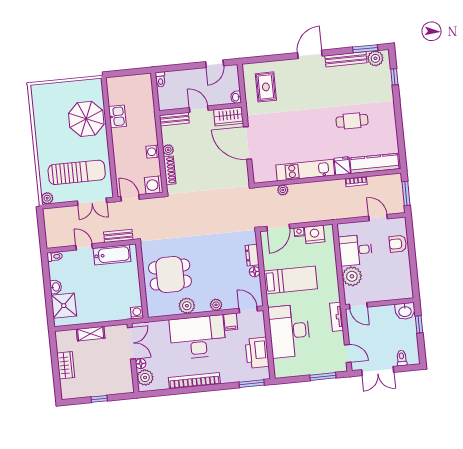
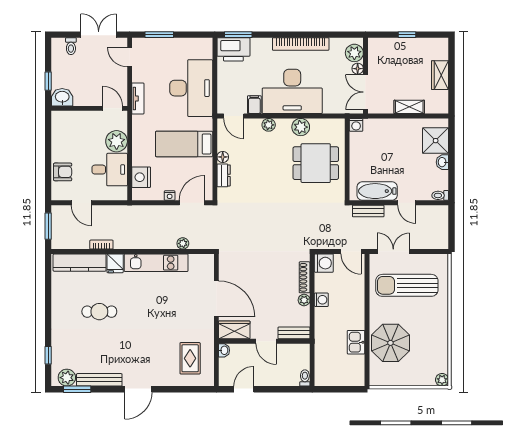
plant: (47, 198) -> (442, 380), moved
nightstand: (315, 234) -> (141, 177), moved, turned 90
printer: (257, 353) -> (233, 49), moved, turned 90

